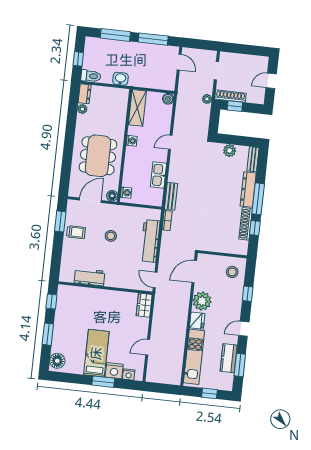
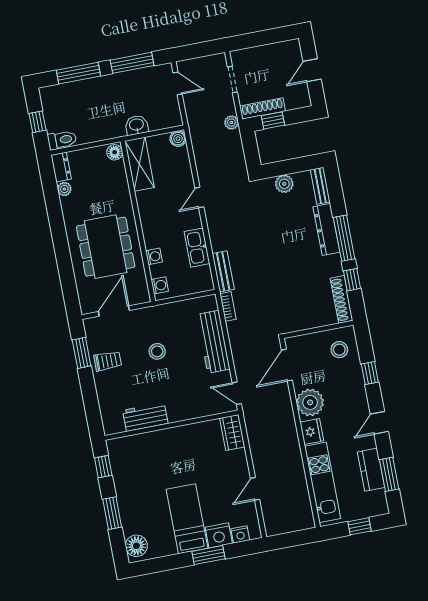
washbasin: (120, 79) -> (137, 125), moved
washing machine: (132, 141) -> (154, 256), moved
floor lamp: (112, 196) -> (115, 152), moved
shoe rack: (246, 224) -> (342, 299), moved

